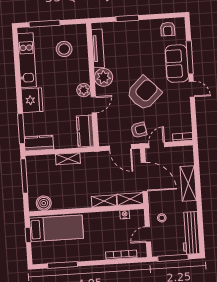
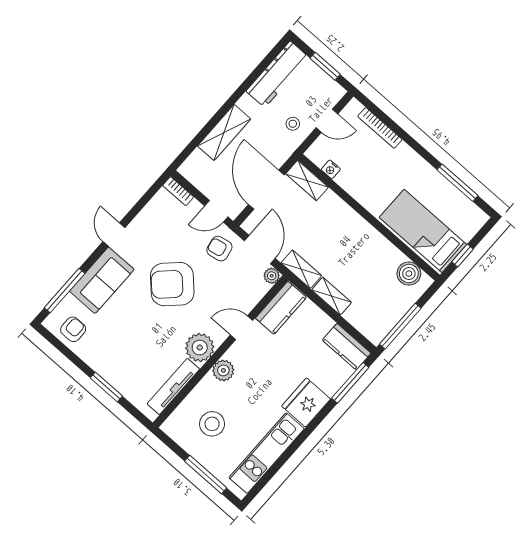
window: (190, 57) -> (65, 291), moved
plant: (84, 90) -> (223, 370), moved
plant: (104, 141) -> (272, 276), added
shelving: (104, 201) -> (301, 269), moved
window: (173, 258) -> (325, 66), width x0.69

